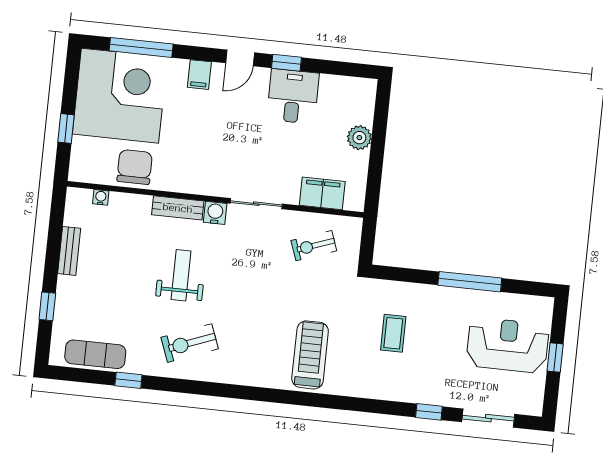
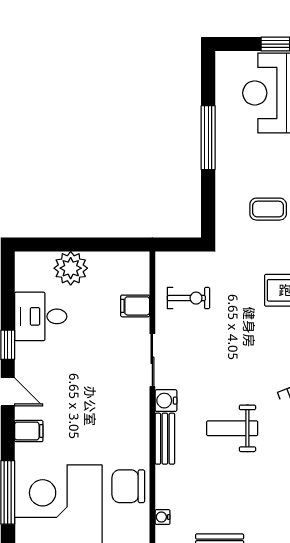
desk: (293, 96) -> (41, 316), moved
plant: (359, 138) -> (71, 268), width x1.36, depth x1.36
filing cabinet: (322, 193) -> (135, 306), width x0.50
exercise bike: (314, 246) -> (188, 298), turned -70

